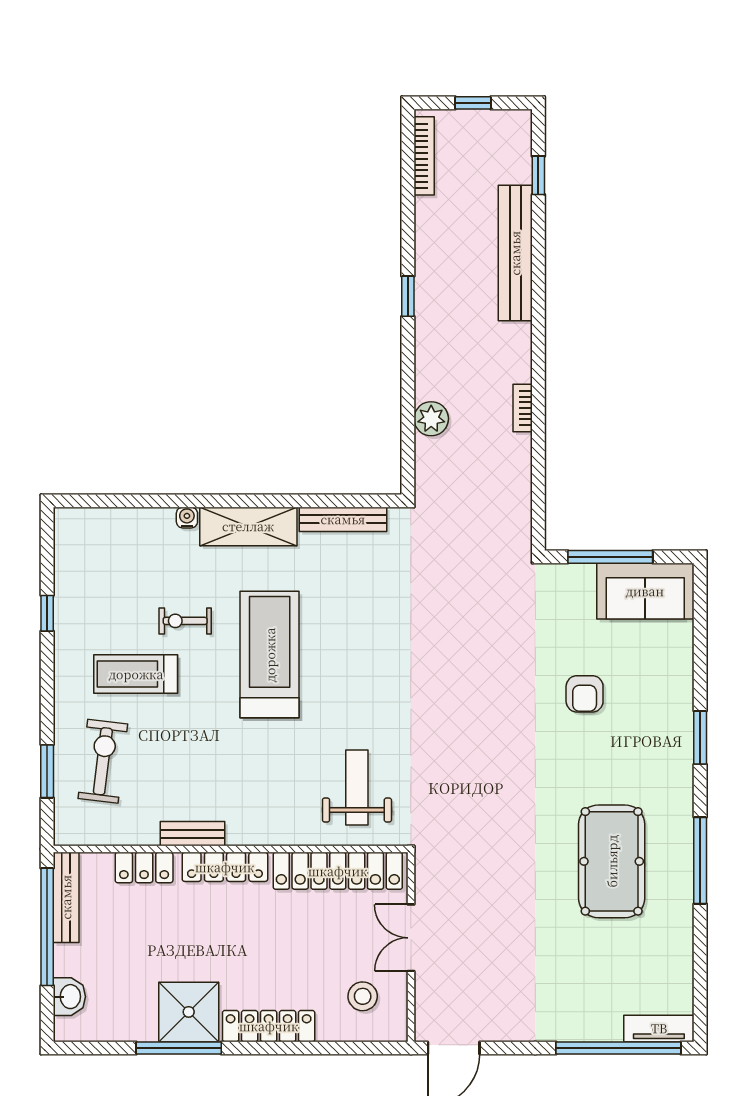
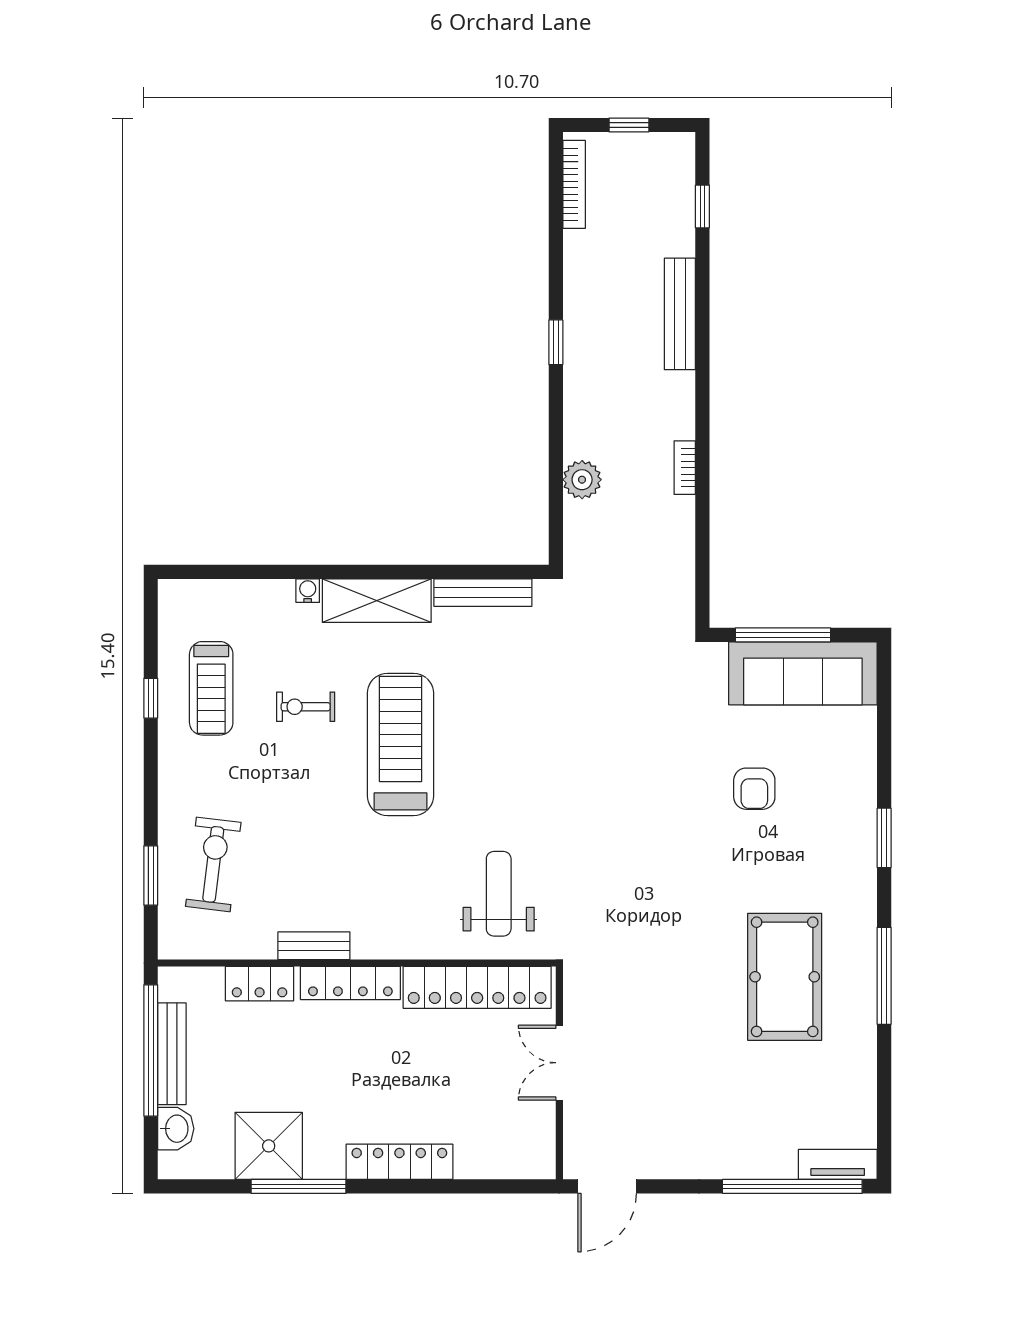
bench: (515, 253) -> (680, 314), width x0.73, depth x0.82
sofa: (645, 591) -> (803, 673), width x1.36
treadmill: (136, 674) -> (211, 688), moved, turned -90
bench: (66, 897) -> (172, 1054), moved
stool: (363, 996) -> (505, 1128), removed
shower: (189, 1012) -> (269, 1146), moved

